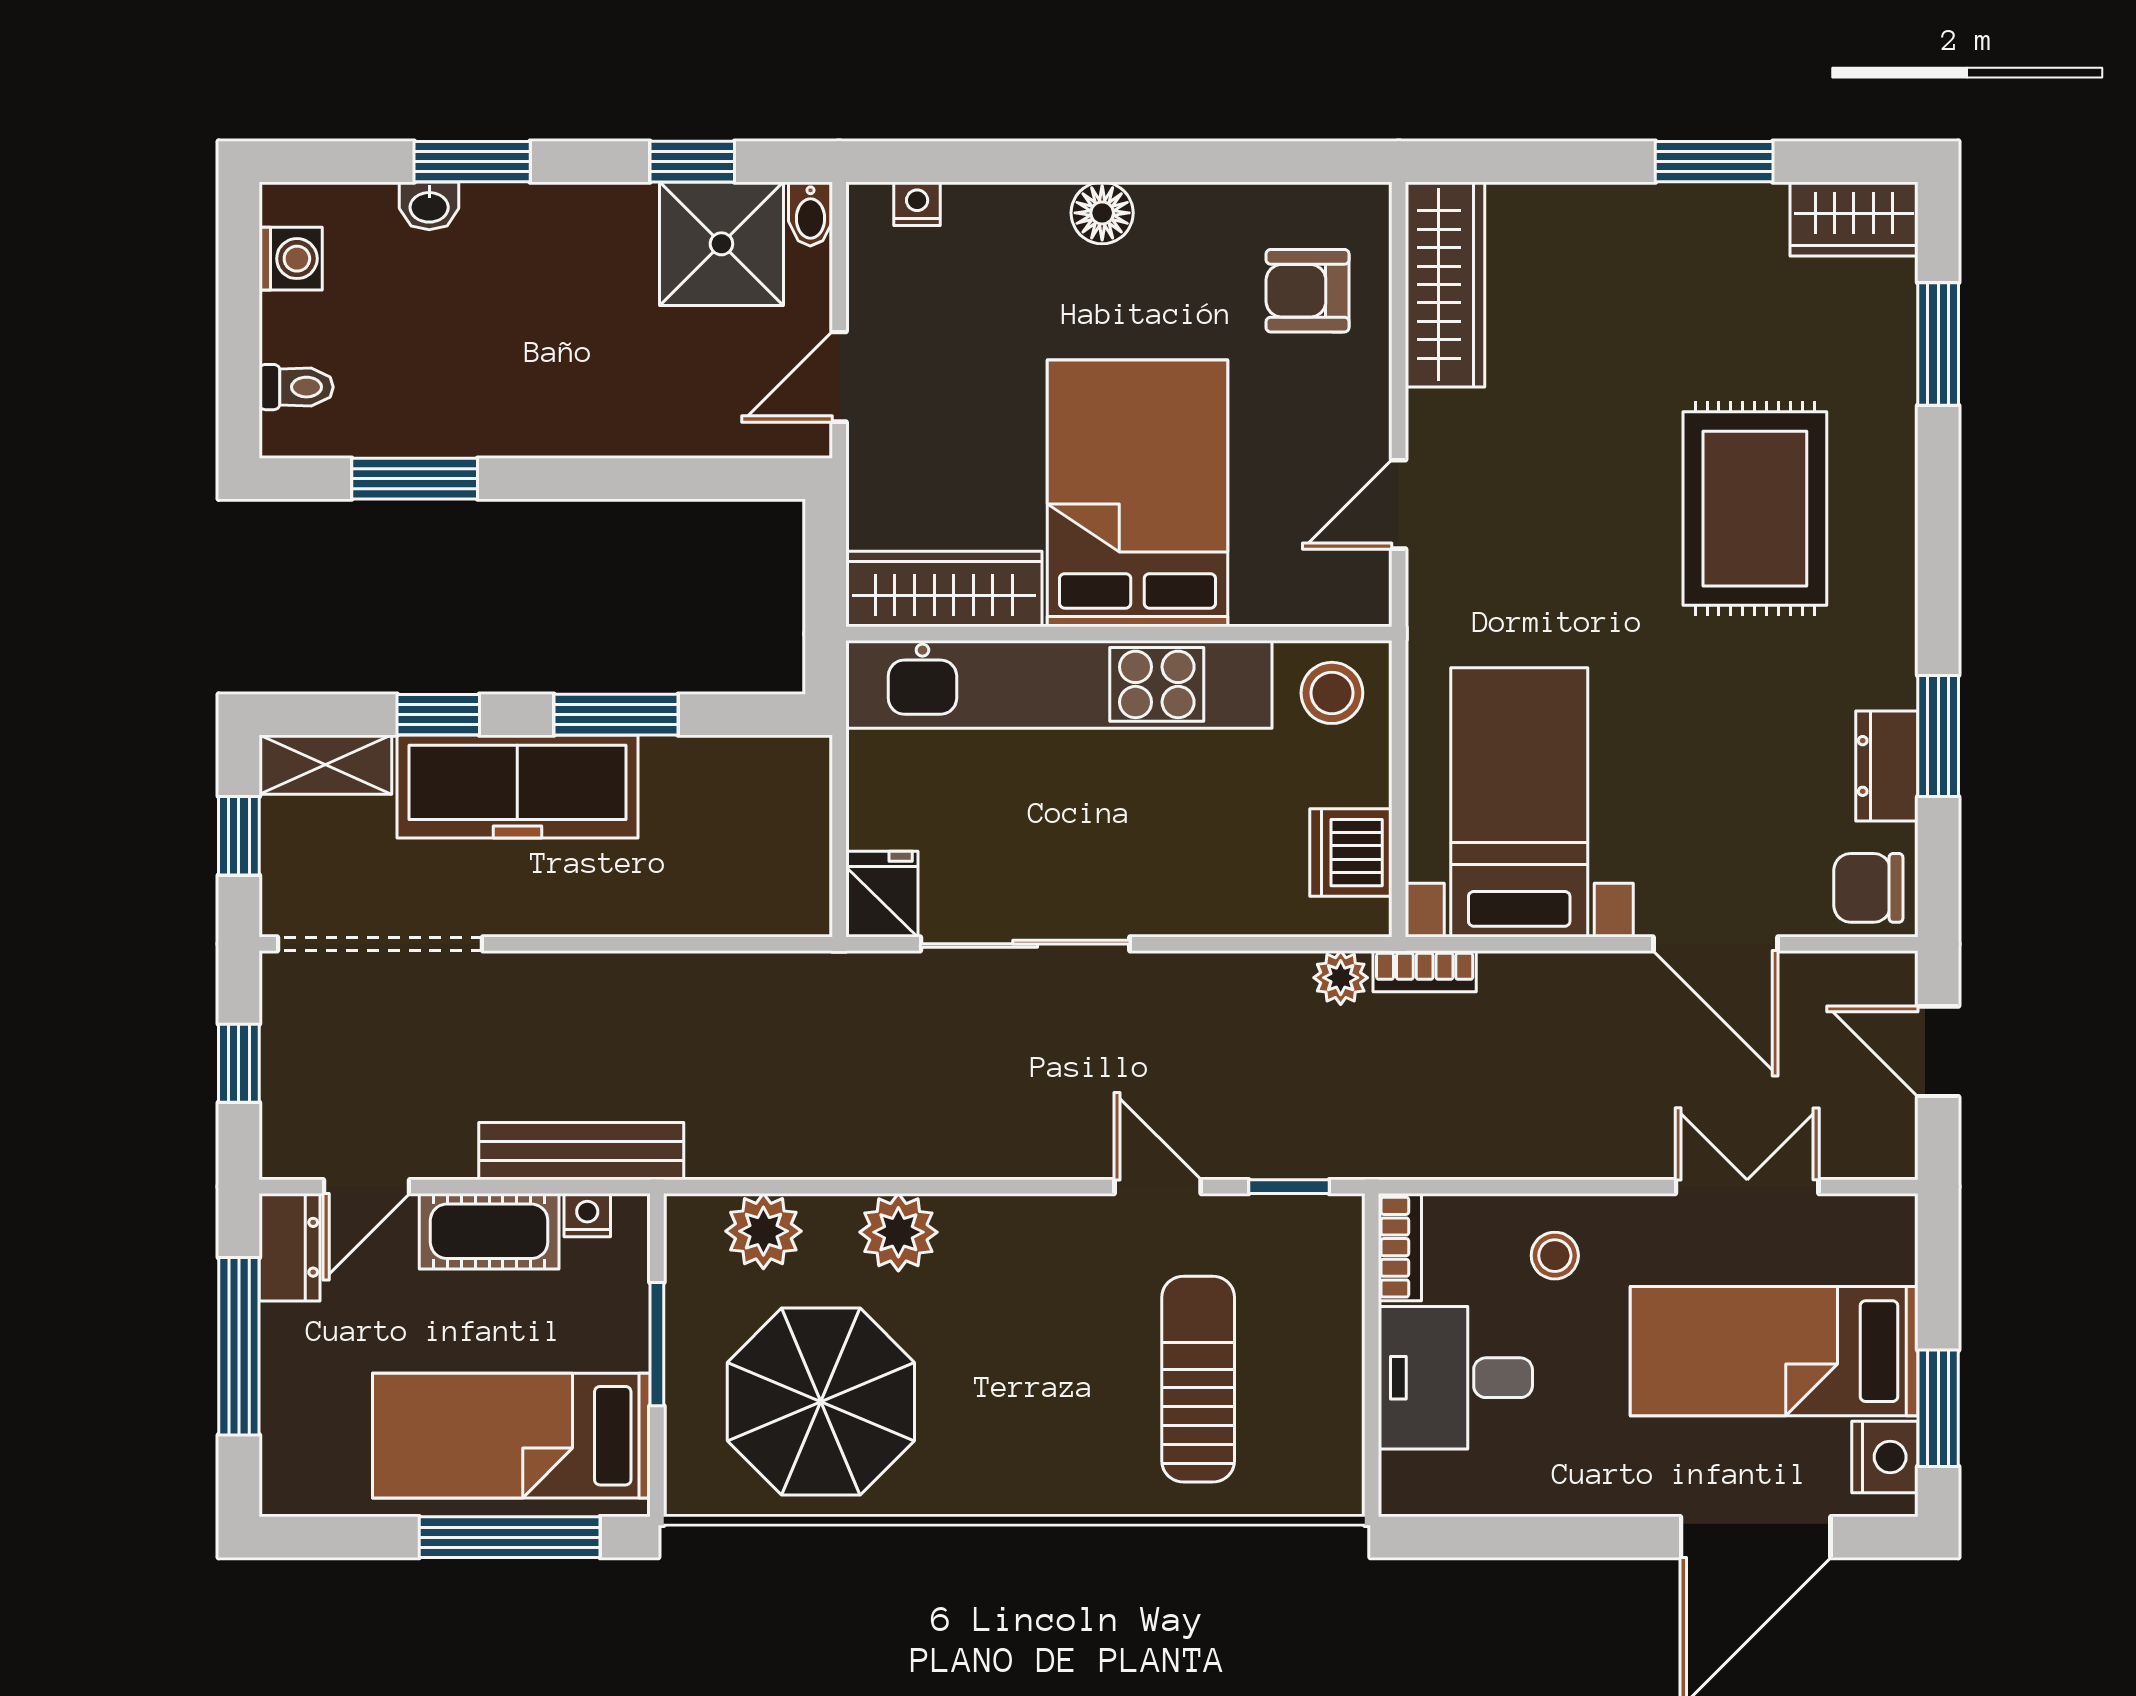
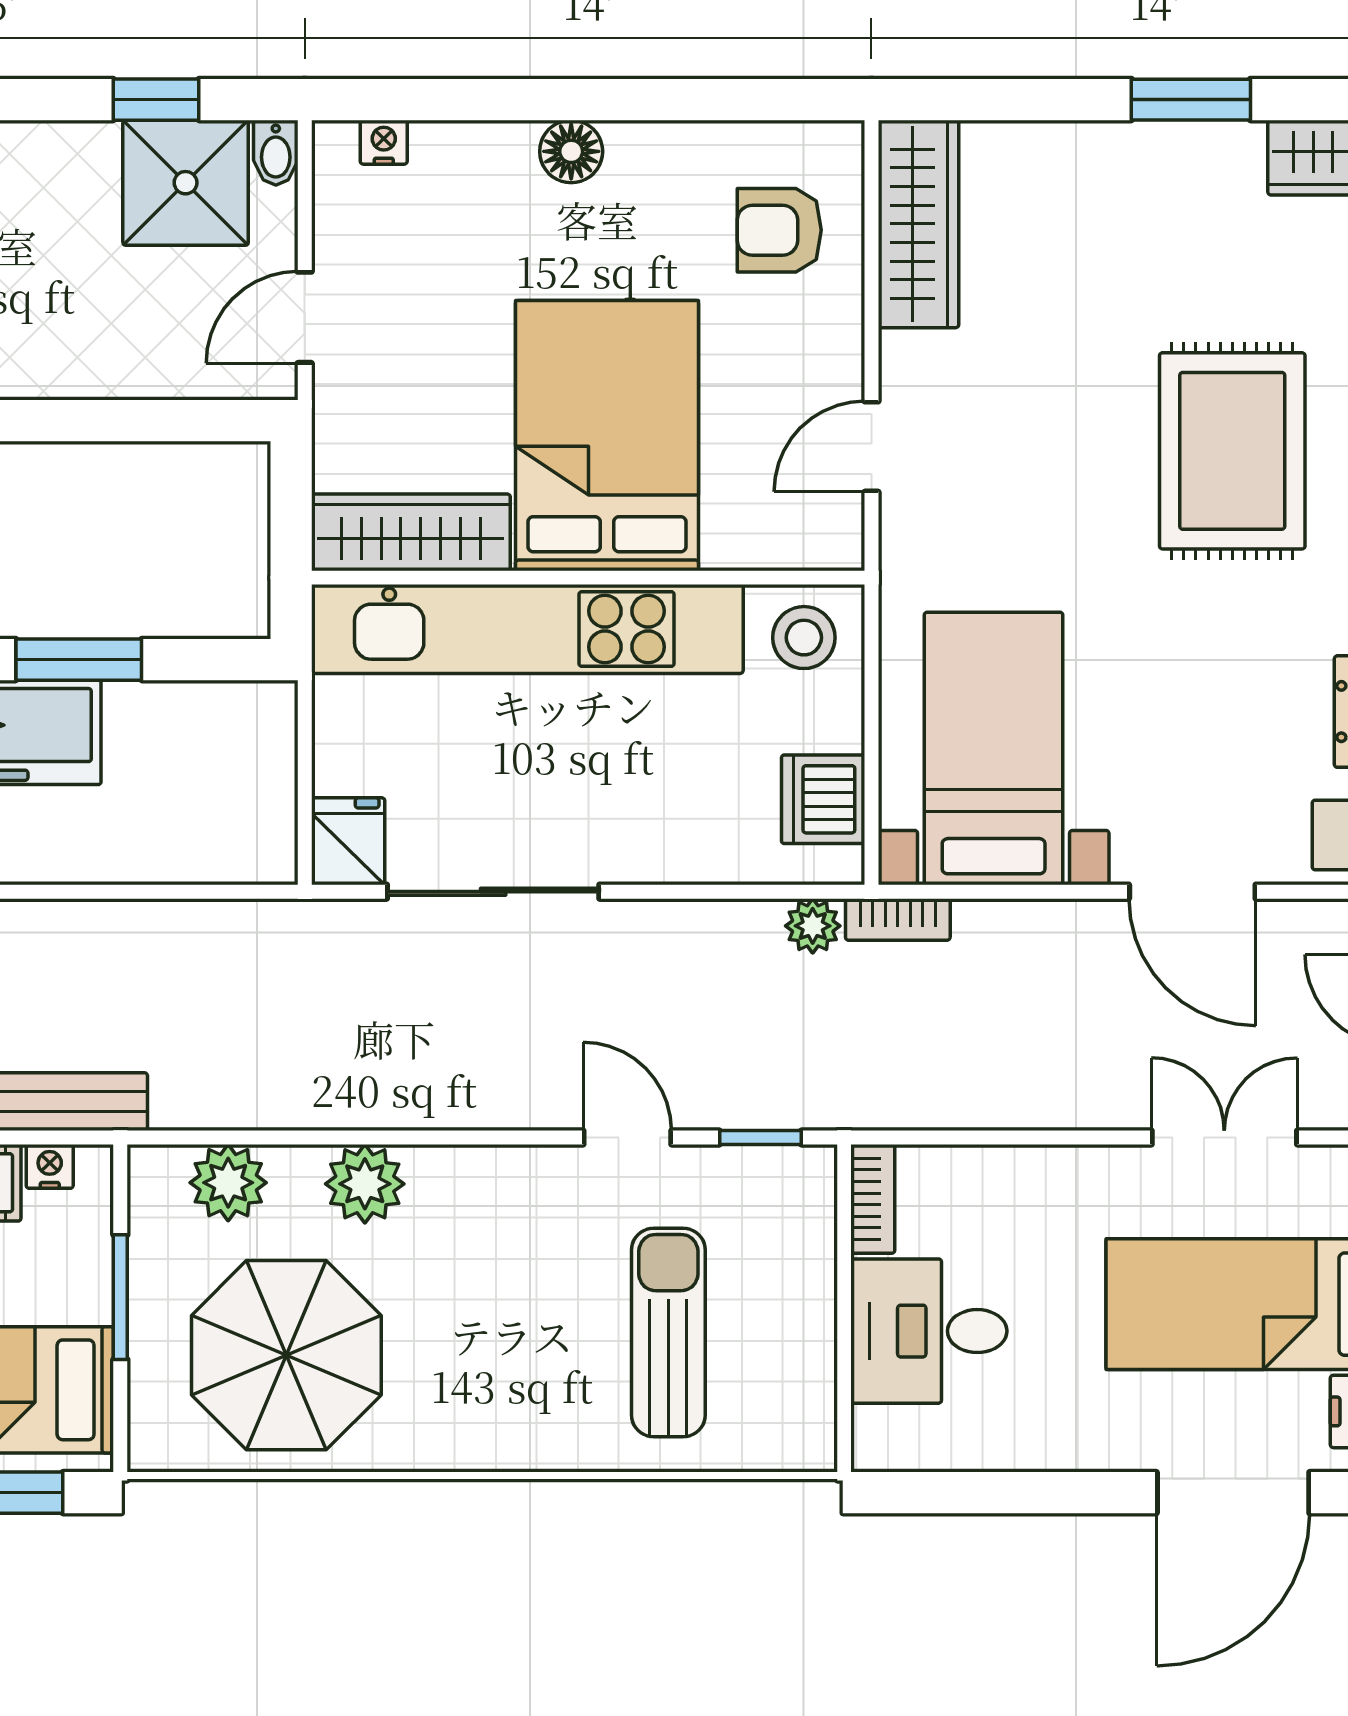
stool: (1555, 1256) -> (1030, 1207), removed

